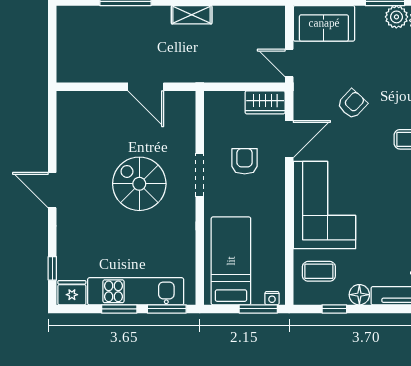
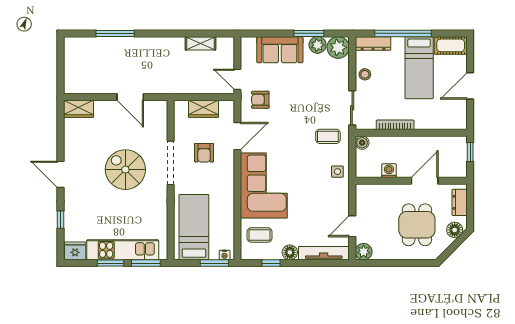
shelving: (192, 15) -> (200, 43), moved
sofa: (324, 23) -> (280, 50), moved
wardrobe: (76, 102) -> (78, 109), added
wardrobe: (265, 102) -> (203, 109), moved
armchair: (352, 104) -> (260, 100), moved, turned -133
armchair: (245, 161) -> (204, 153), turned 180
doorway: (200, 175) -> (171, 163), width x1.36
window: (52, 268) -> (60, 220), moved

